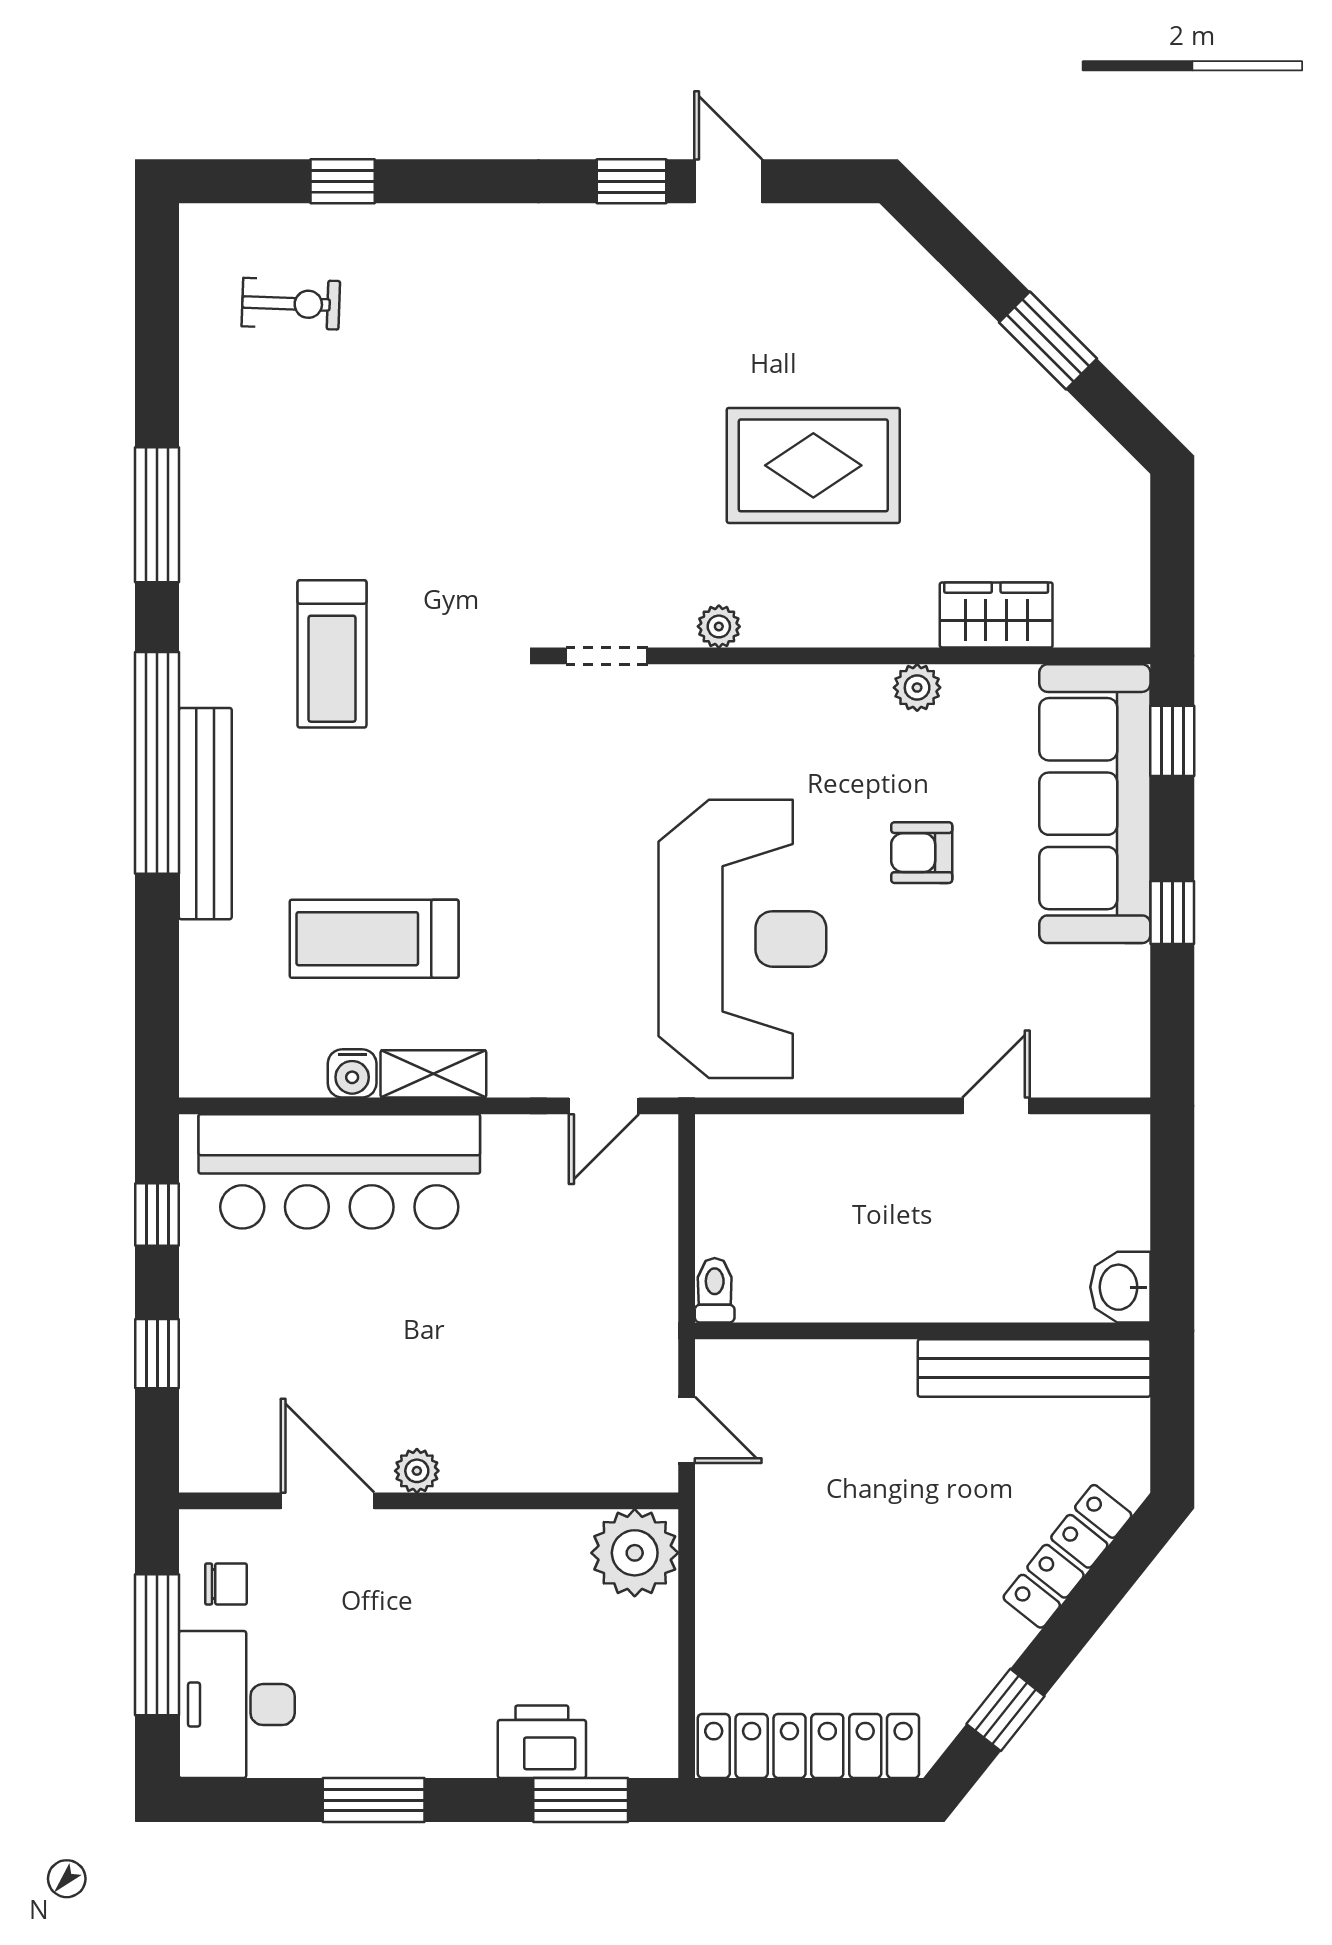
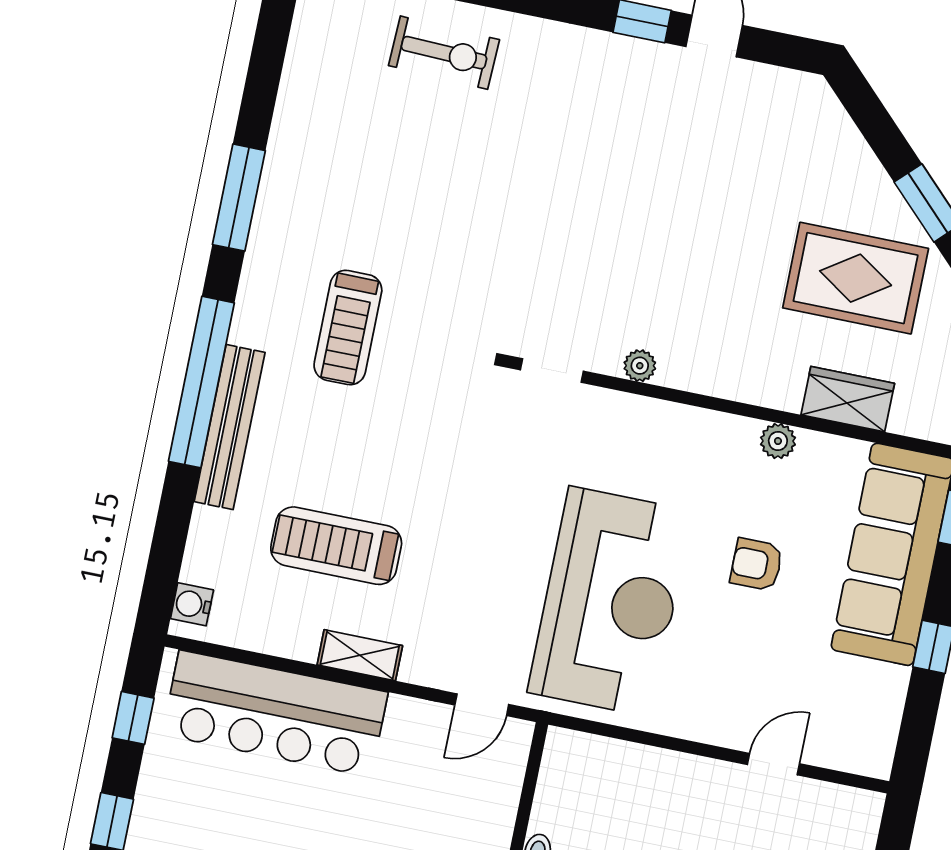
exercise bike: (291, 304) -> (444, 53), moved, width x1.38, depth x1.39
rug: (813, 465) -> (856, 278), moved
water cooler: (352, 1073) -> (192, 604), moved, turned 90

